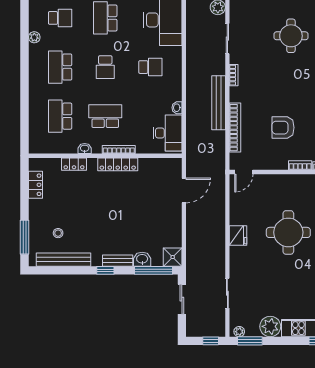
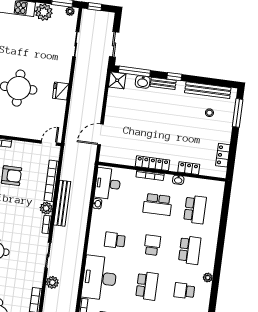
plant: (237, 94) -> (46, 208), added

